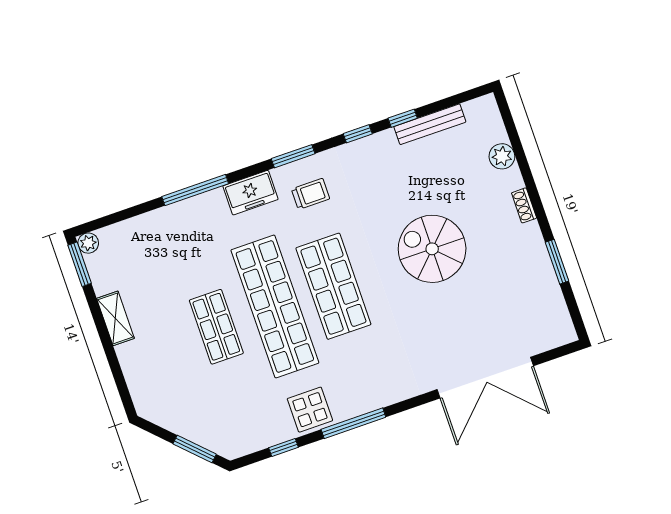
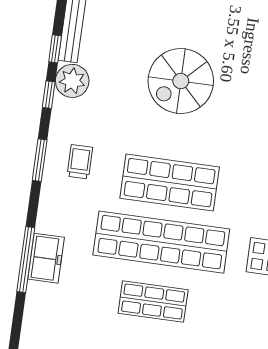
plant: (381, 149) -> (72, 81), added
freezer: (251, 193) -> (46, 258), moved

